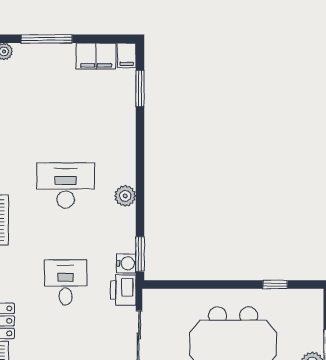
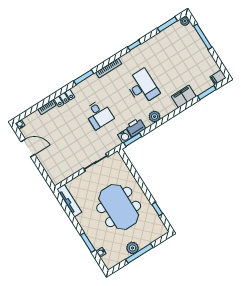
filing cabinet: (96, 56) -> (184, 96), moved, turned 90
desk: (66, 282) -> (99, 114), turned 90
printer: (123, 290) -> (136, 127), moved

